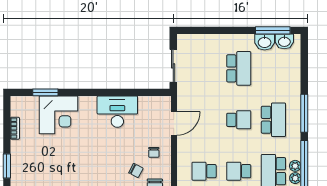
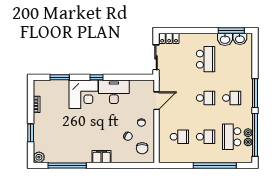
locker: (191, 41) -> (169, 38), added
window: (94, 92) -> (97, 77), added
corner desk: (58, 115) -> (83, 94), moved
school desk: (273, 120) -> (232, 98), width x0.54
school desk: (204, 171) -> (179, 137), turned 180
school desk: (239, 171) -> (206, 137), turned 180

